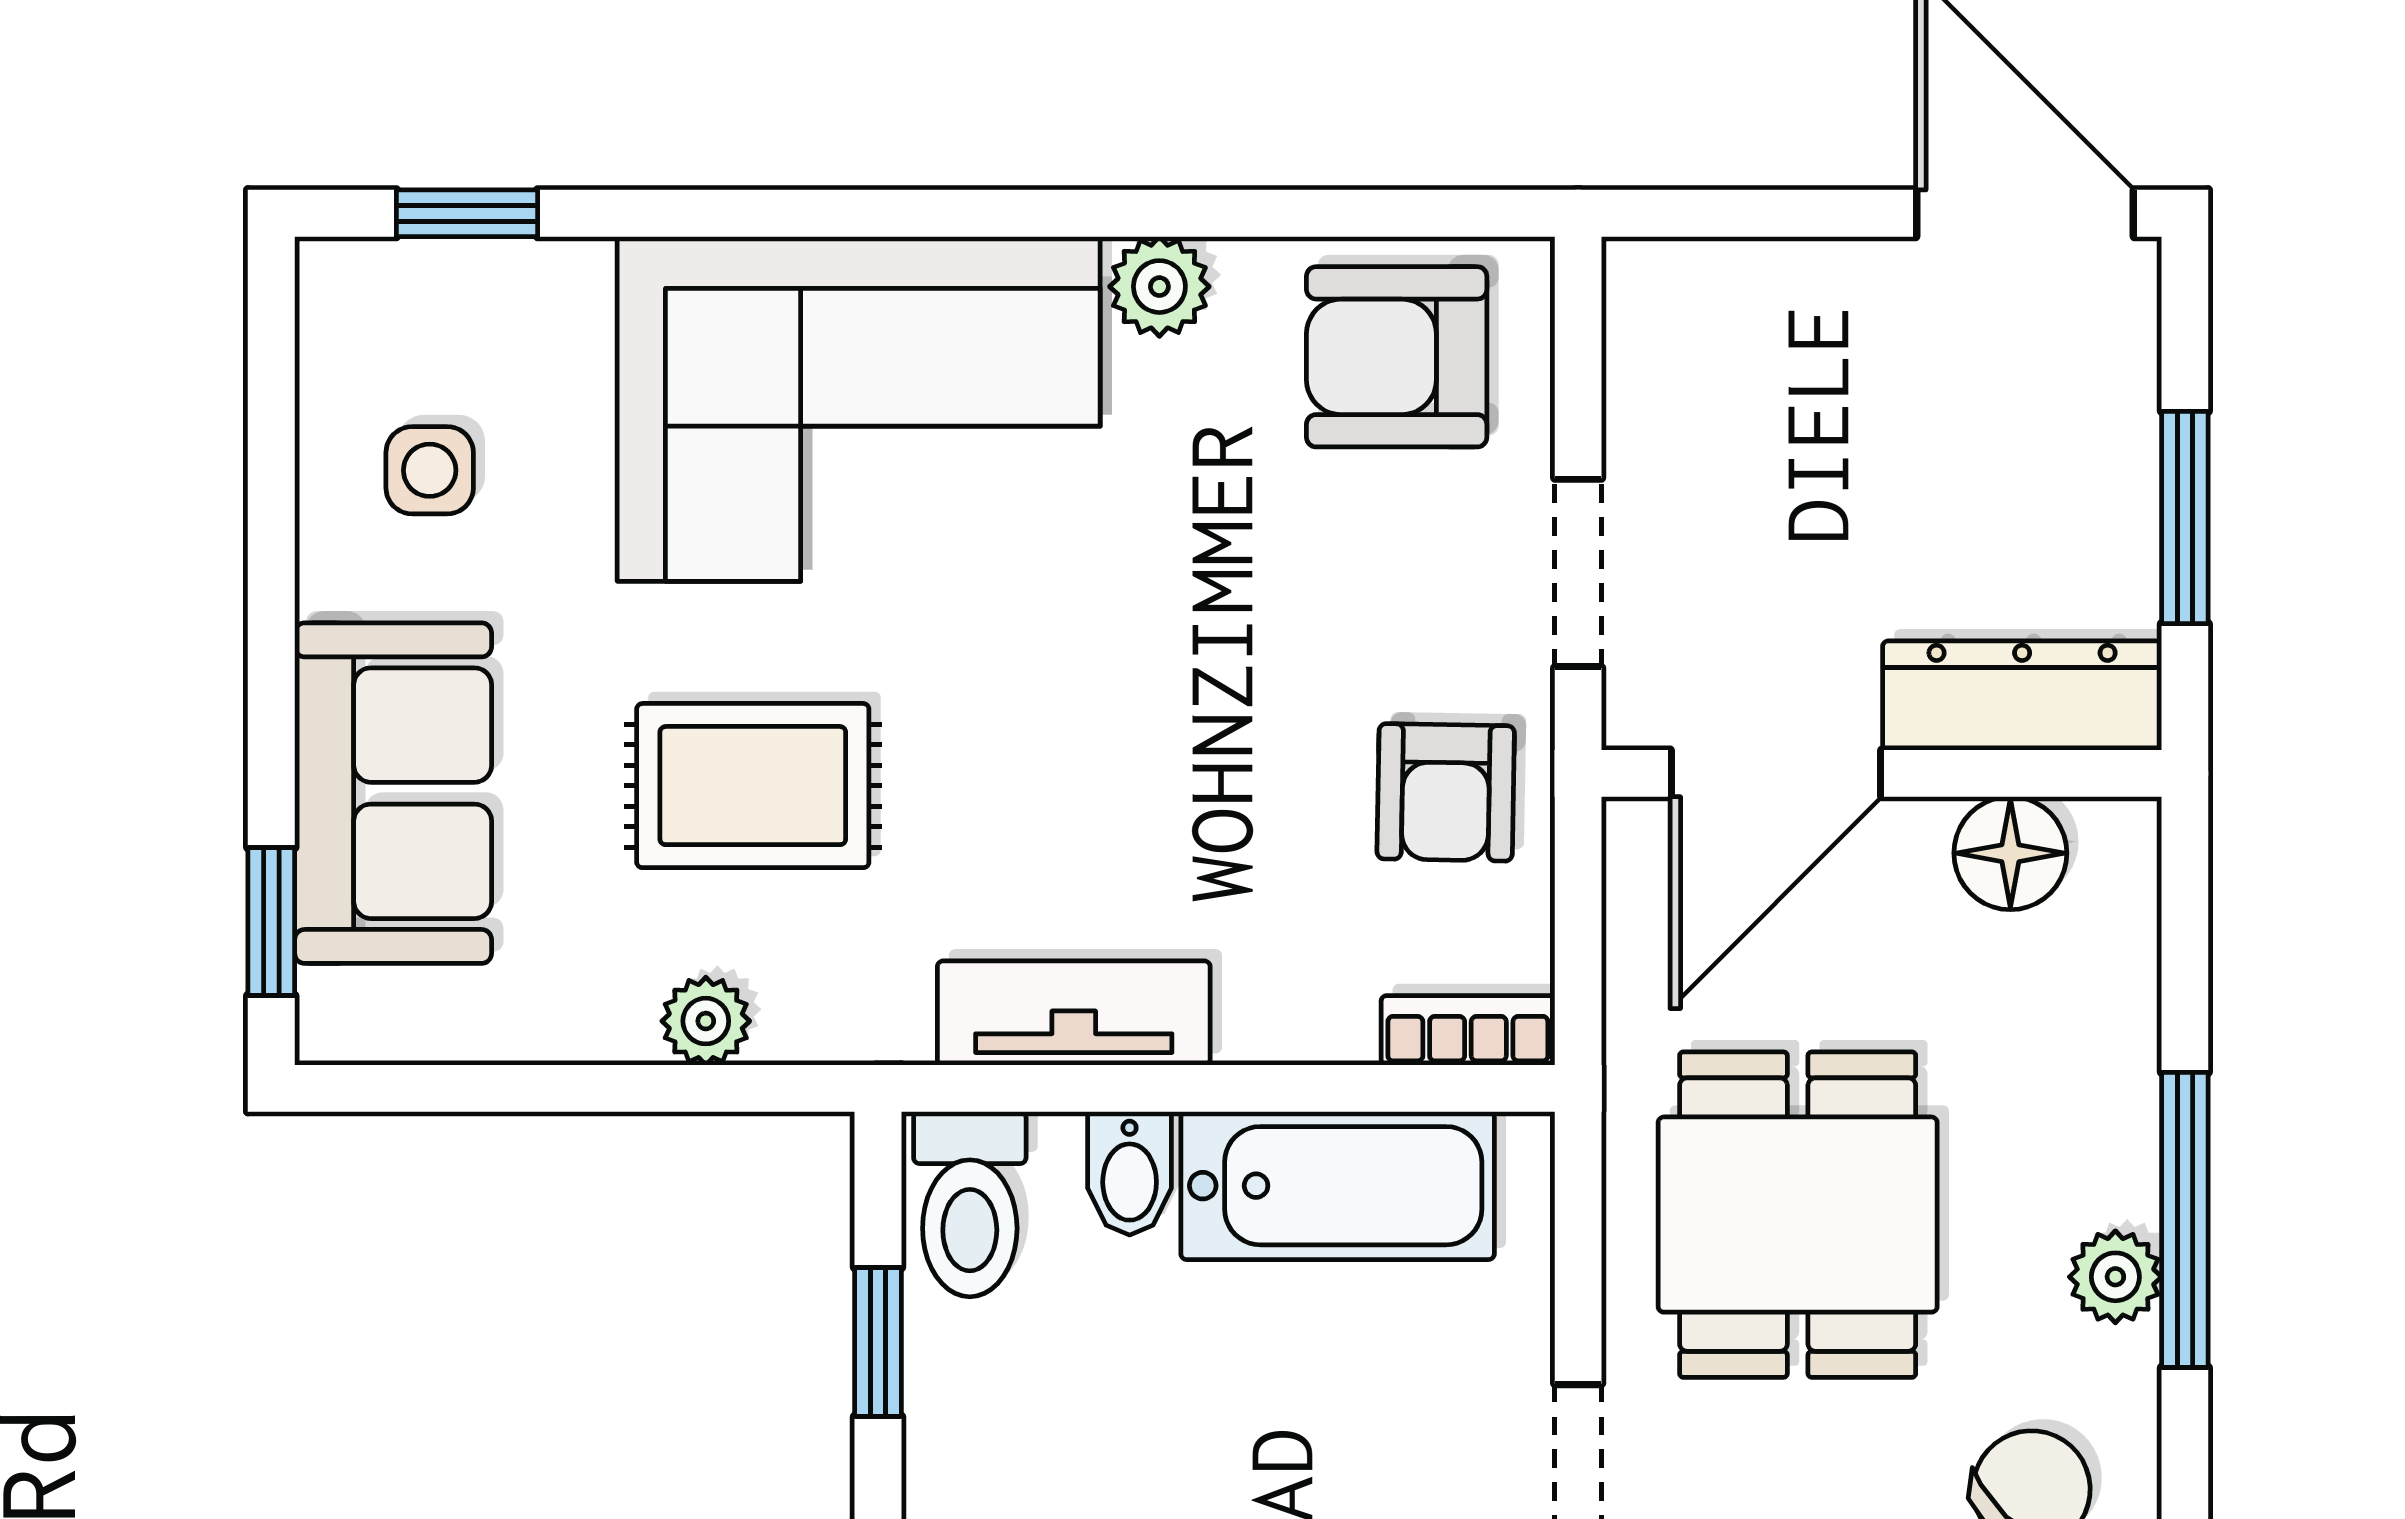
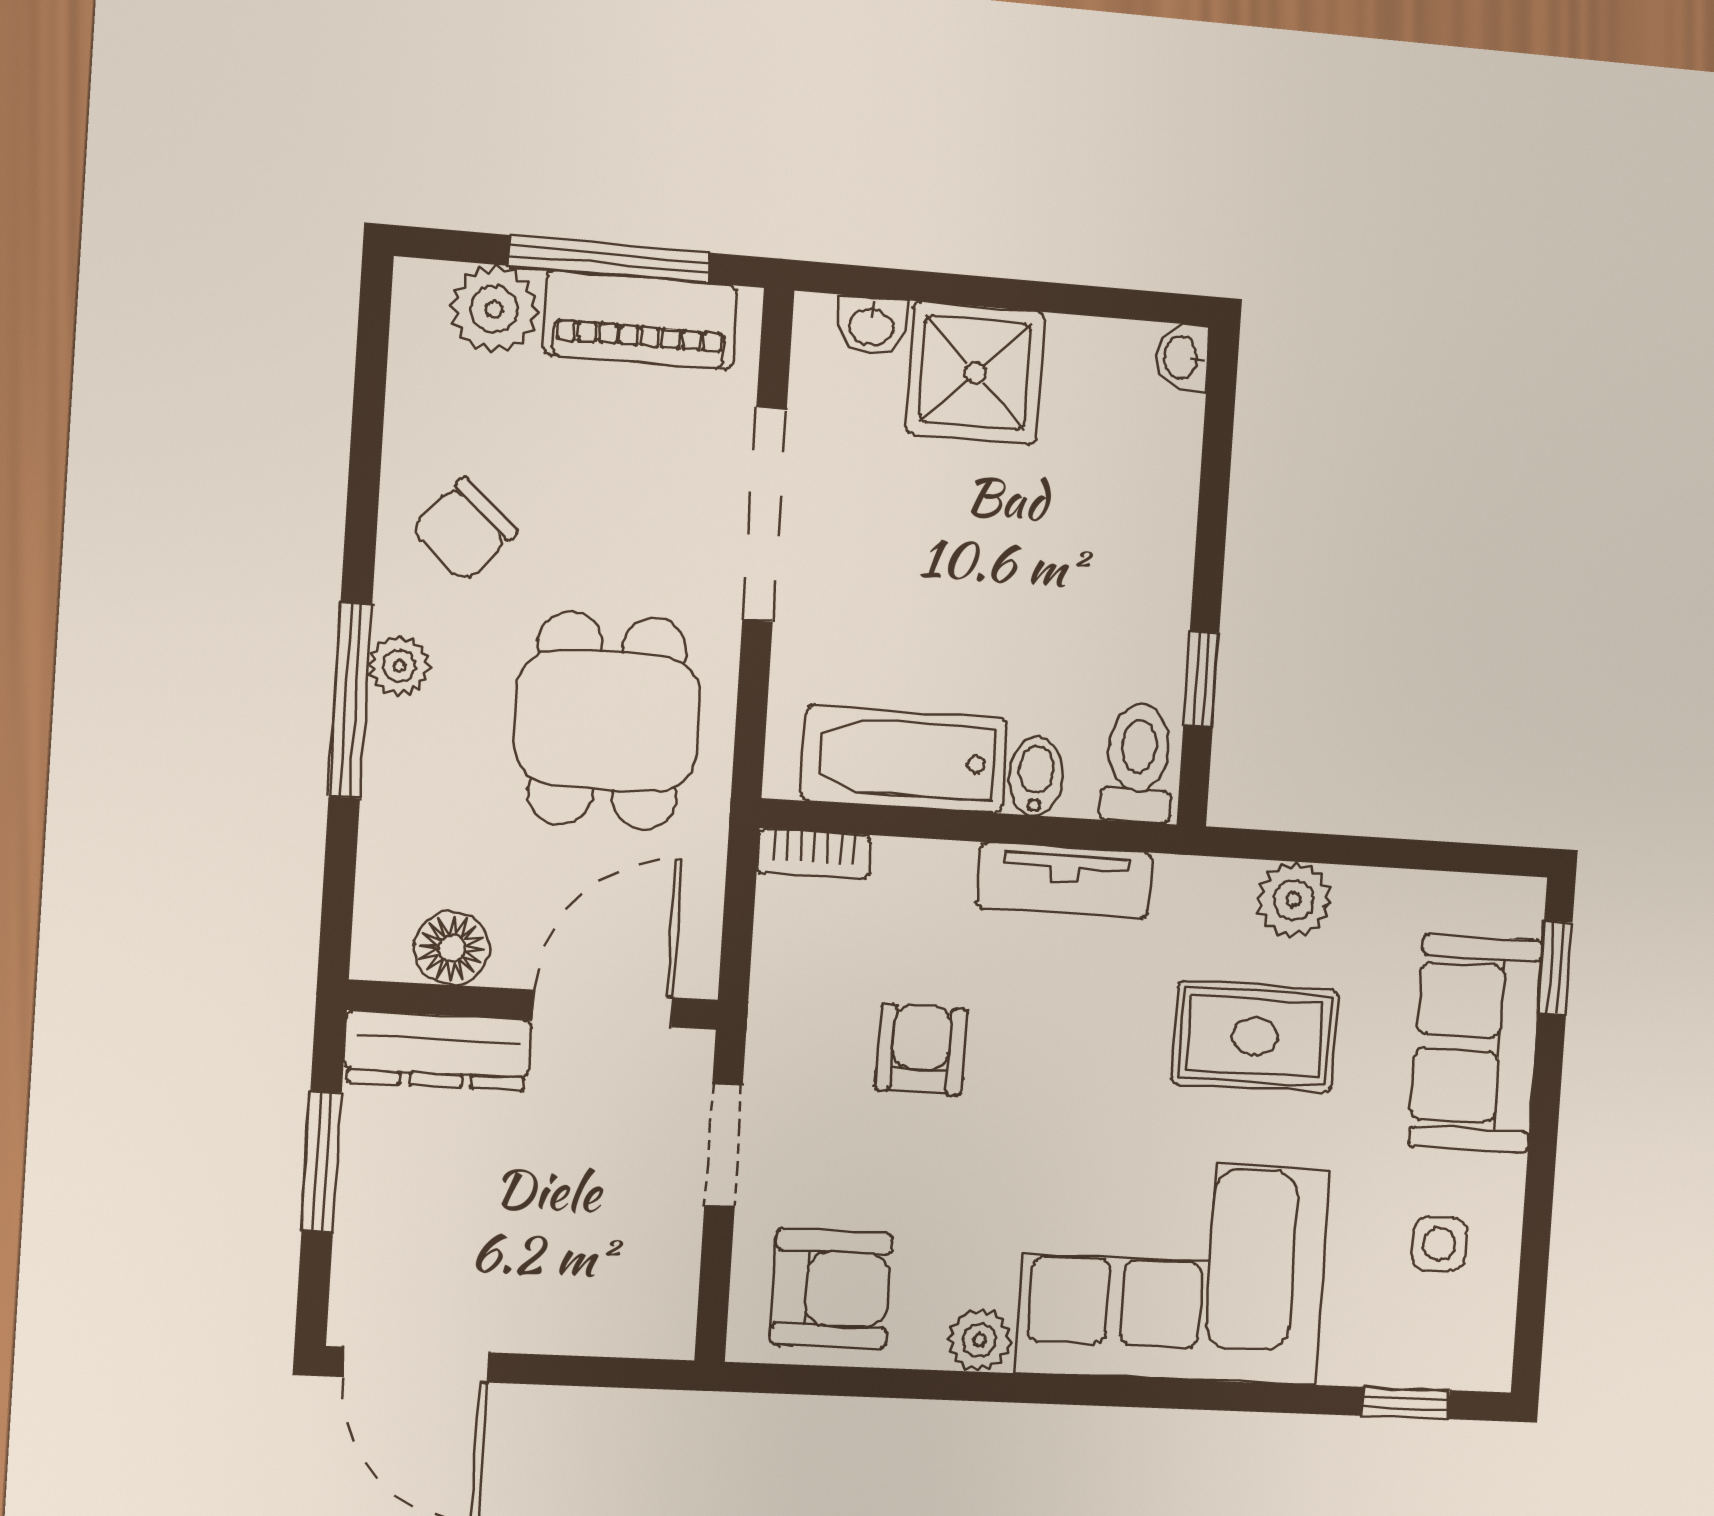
armchair: (1446, 792) -> (921, 1049), moved
plant: (706, 1021) -> (1294, 900), width x1.38, depth x1.38

